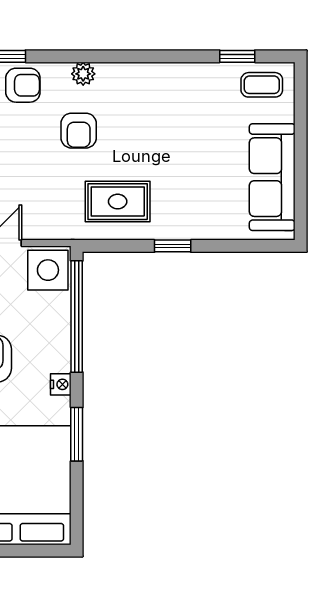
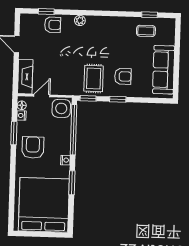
coffee table: (262, 85) -> (146, 31), moved
armchair: (79, 131) -> (123, 76), moved, turned -90
rug: (118, 202) -> (94, 78), turned 90
window: (107, 246) -> (88, 98), added

